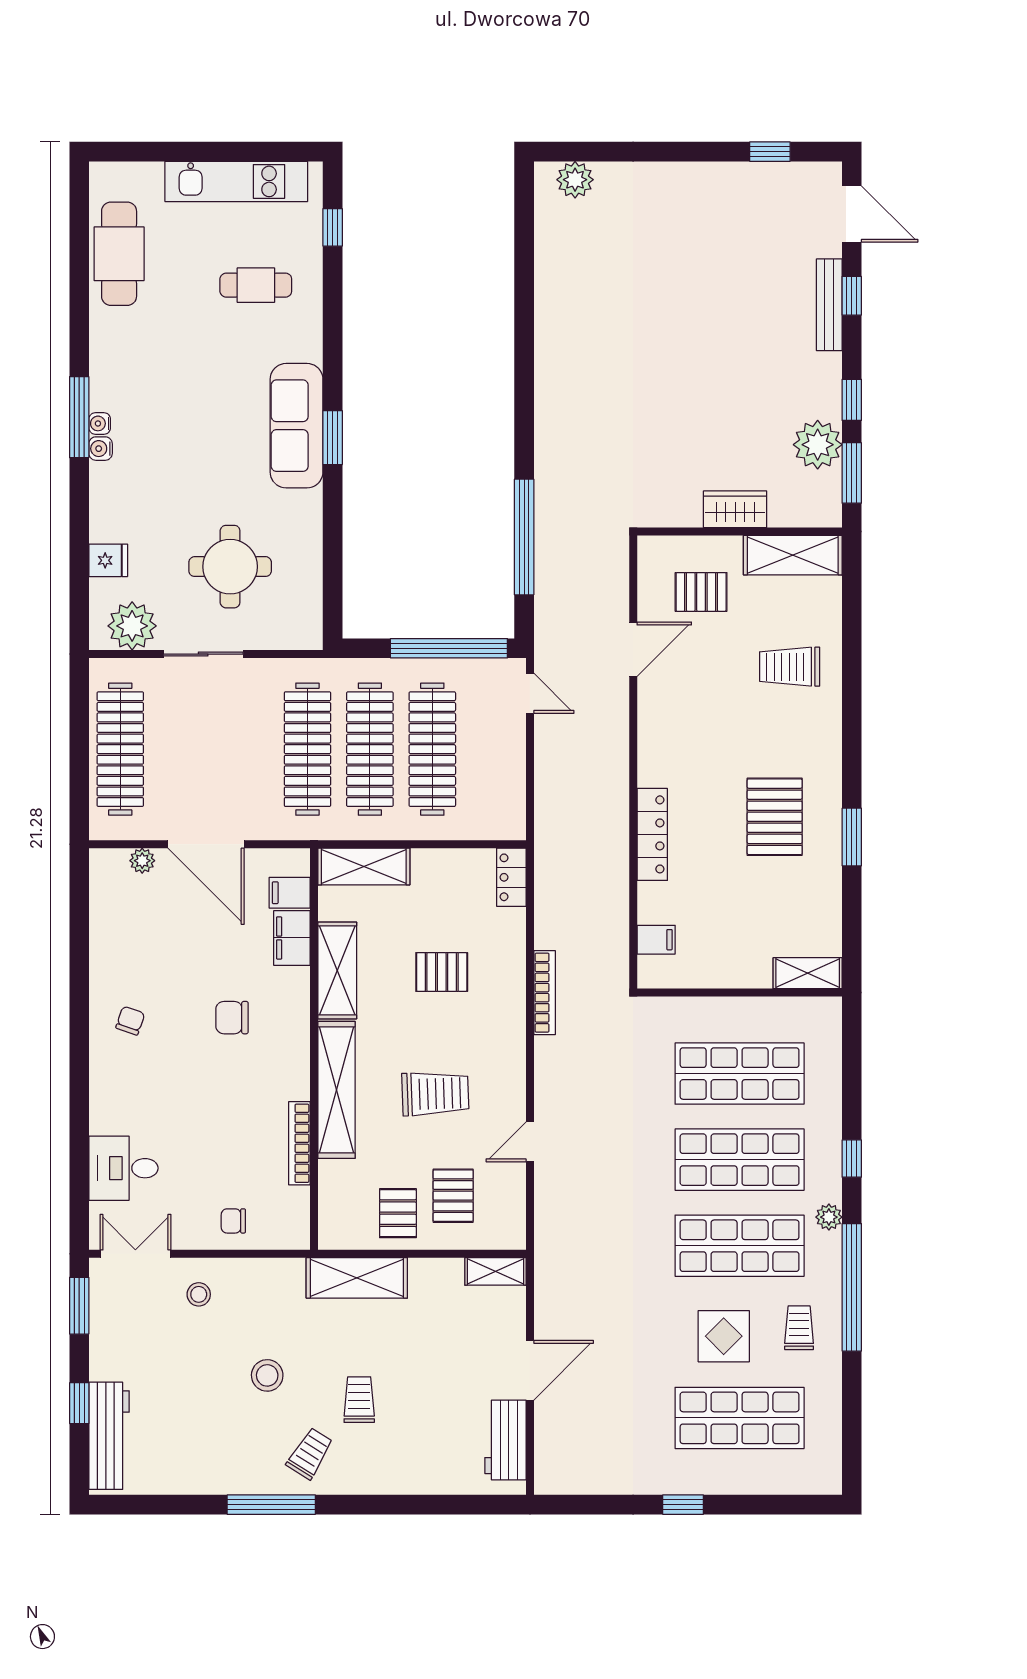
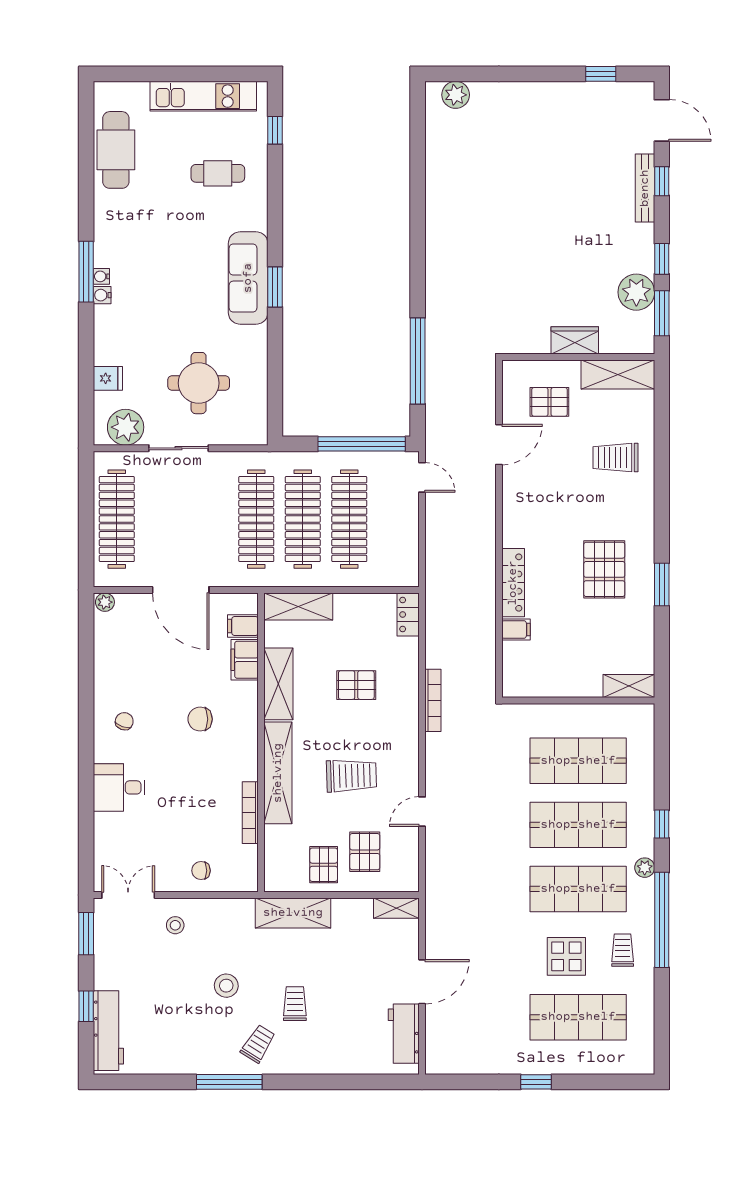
plant: (142, 861) -> (105, 602), moved
filing cabinet: (656, 940) -> (516, 629), moved
desk: (123, 1168) -> (119, 787), moved

